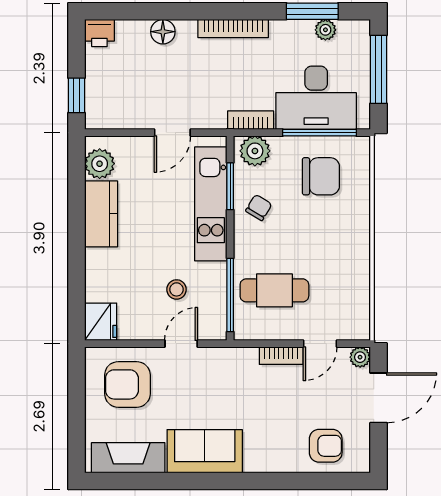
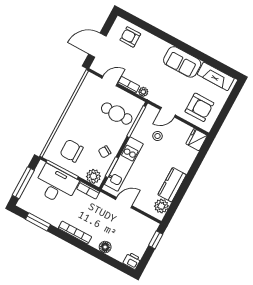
plant: (325, 30) -> (37, 211), removed
plant: (360, 357) -> (143, 92), moved

